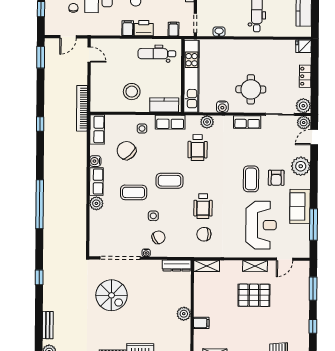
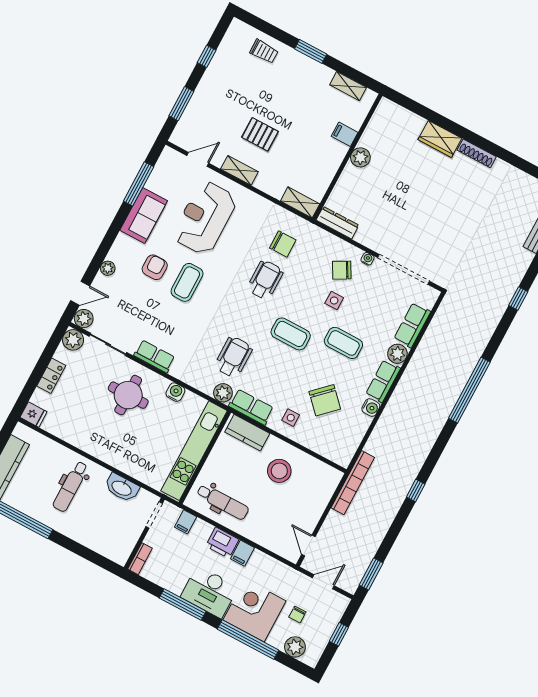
washbasin: (219, 32) -> (122, 488), width x1.91, depth x1.45
plant: (207, 122) -> (223, 393), moved
row of seats: (97, 129) -> (412, 325), moved
plant: (301, 166) -> (108, 268), width x0.53, depth x0.53
spiral stairs: (112, 295) -> (439, 228), removed
pallet: (254, 295) -> (260, 134), width x0.67, depth x0.71

